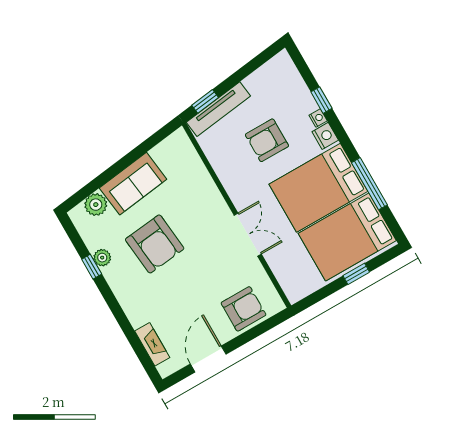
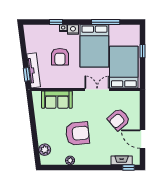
sofa: (133, 184) -> (57, 100), moved, turned 97
bed: (347, 237) -> (124, 67), moved, turned 180
window: (92, 267) -> (128, 167), moved
armchair: (243, 309) -> (119, 119), moved, turned -131

